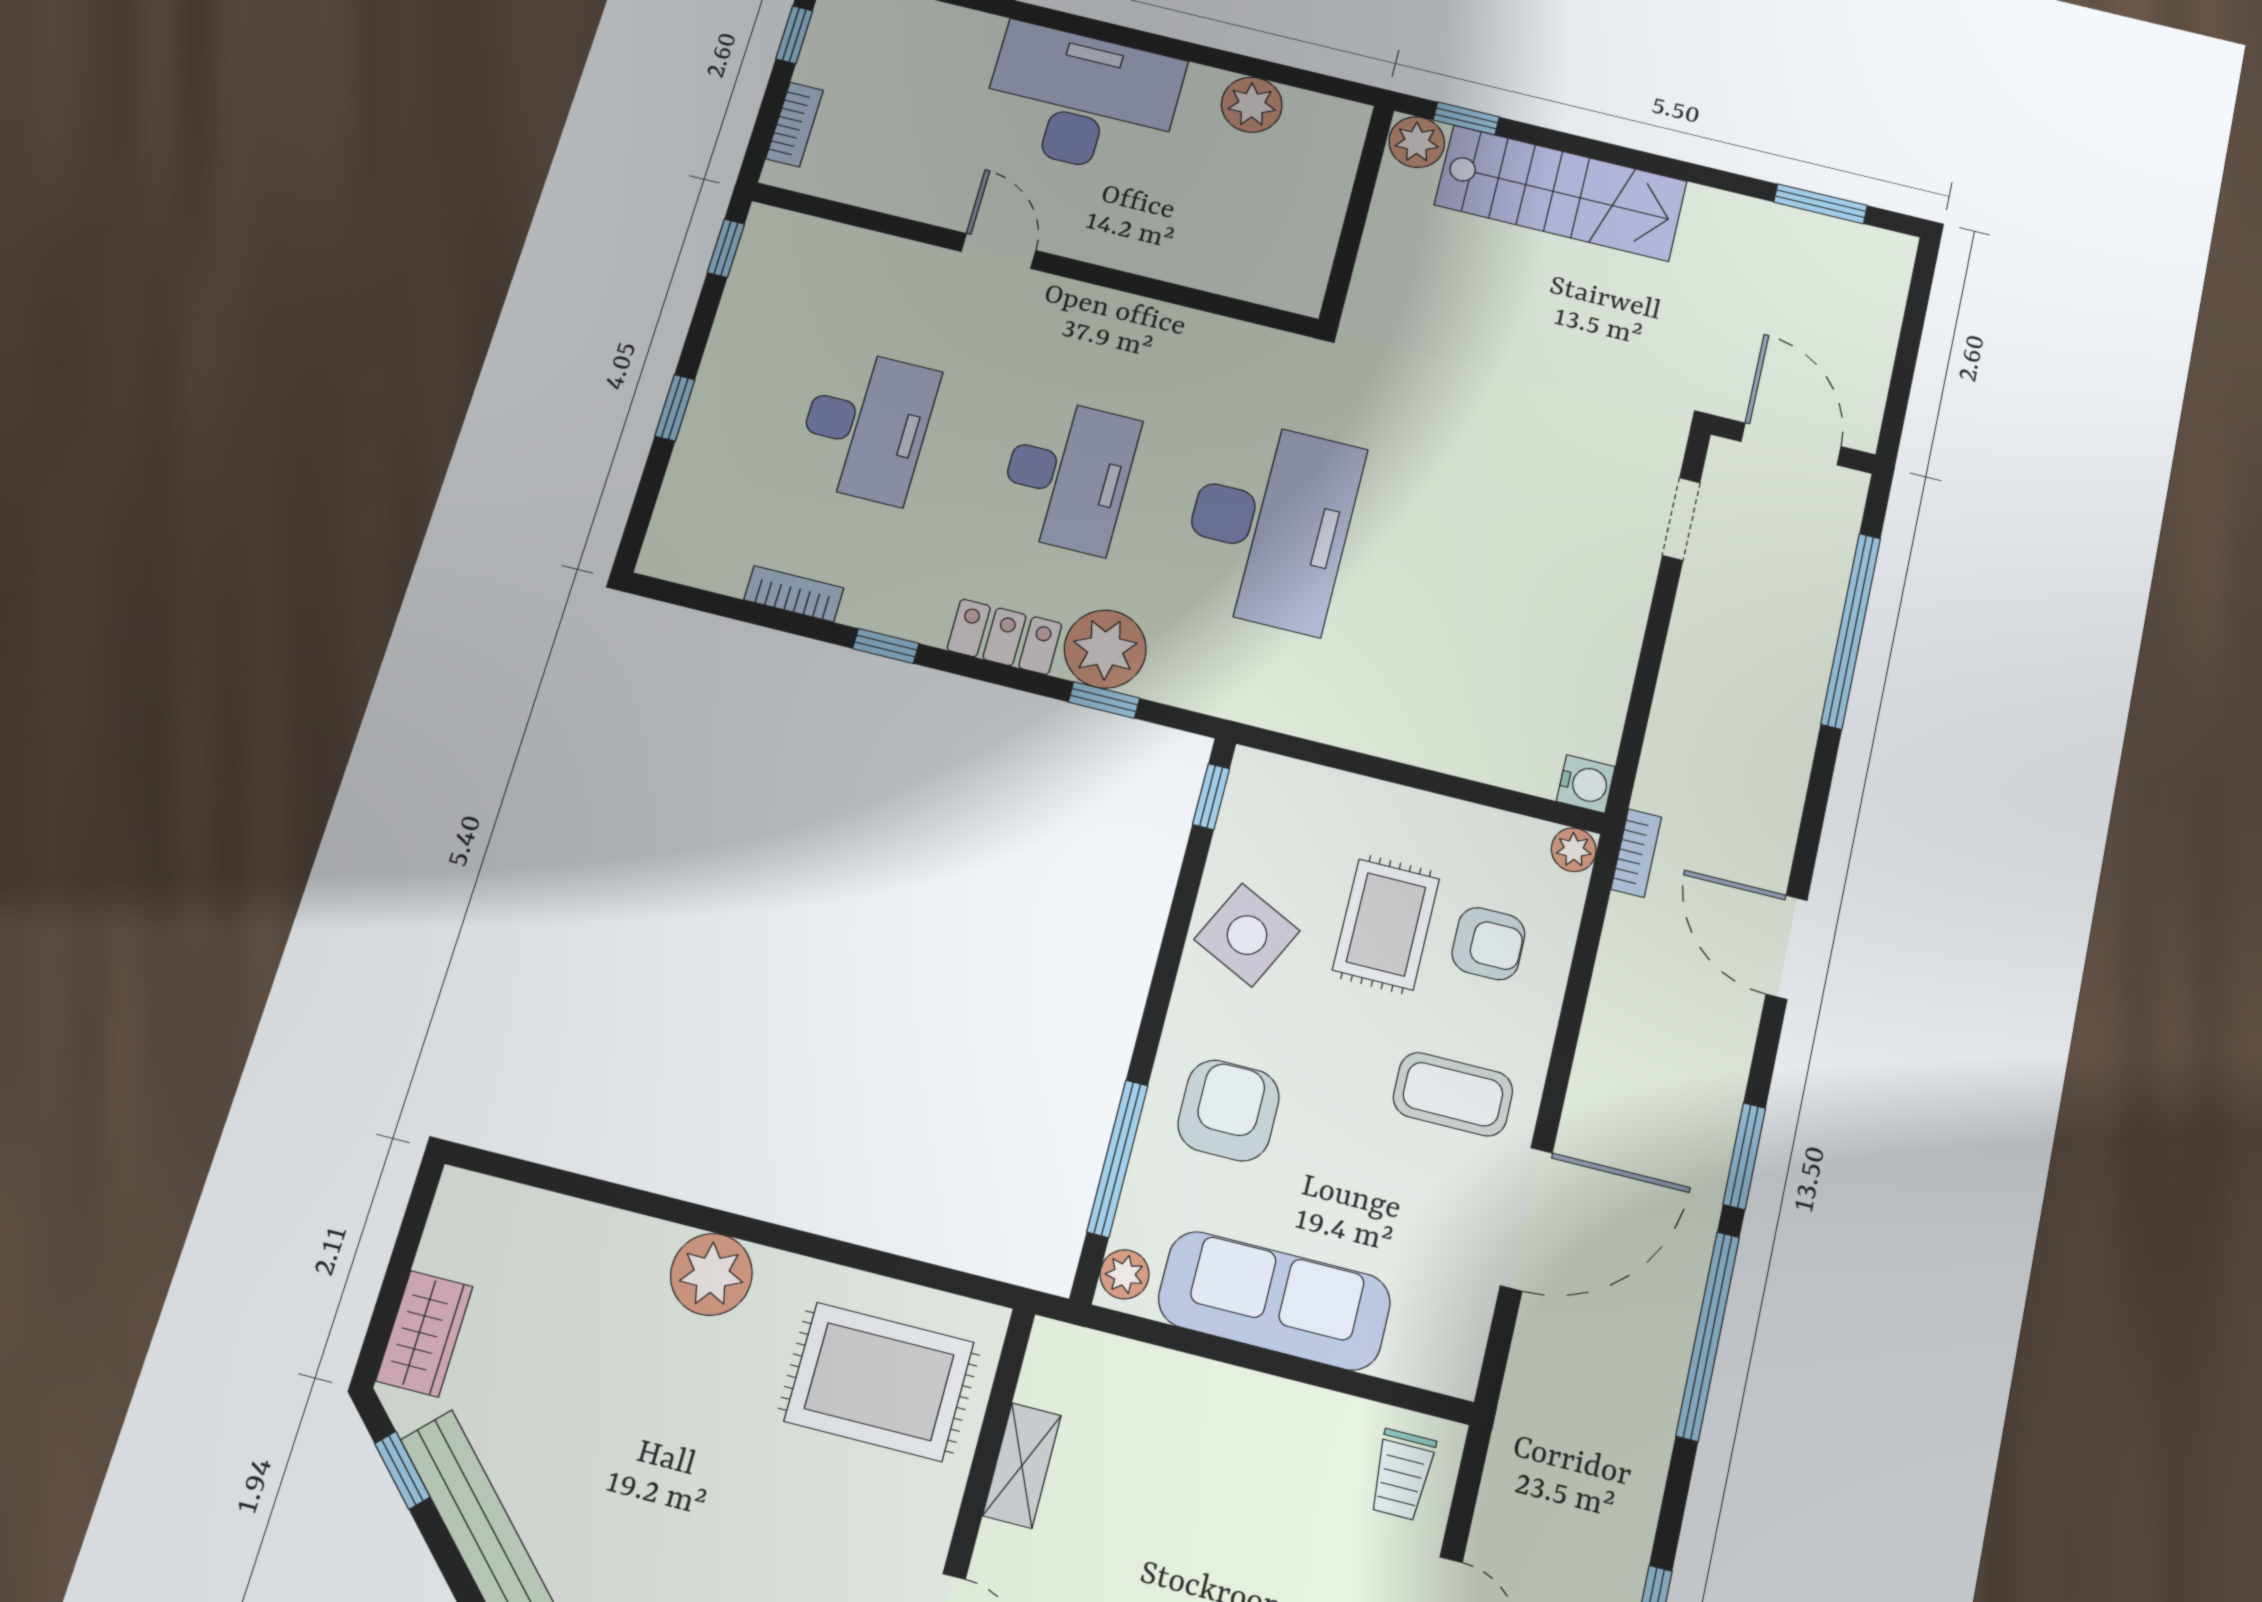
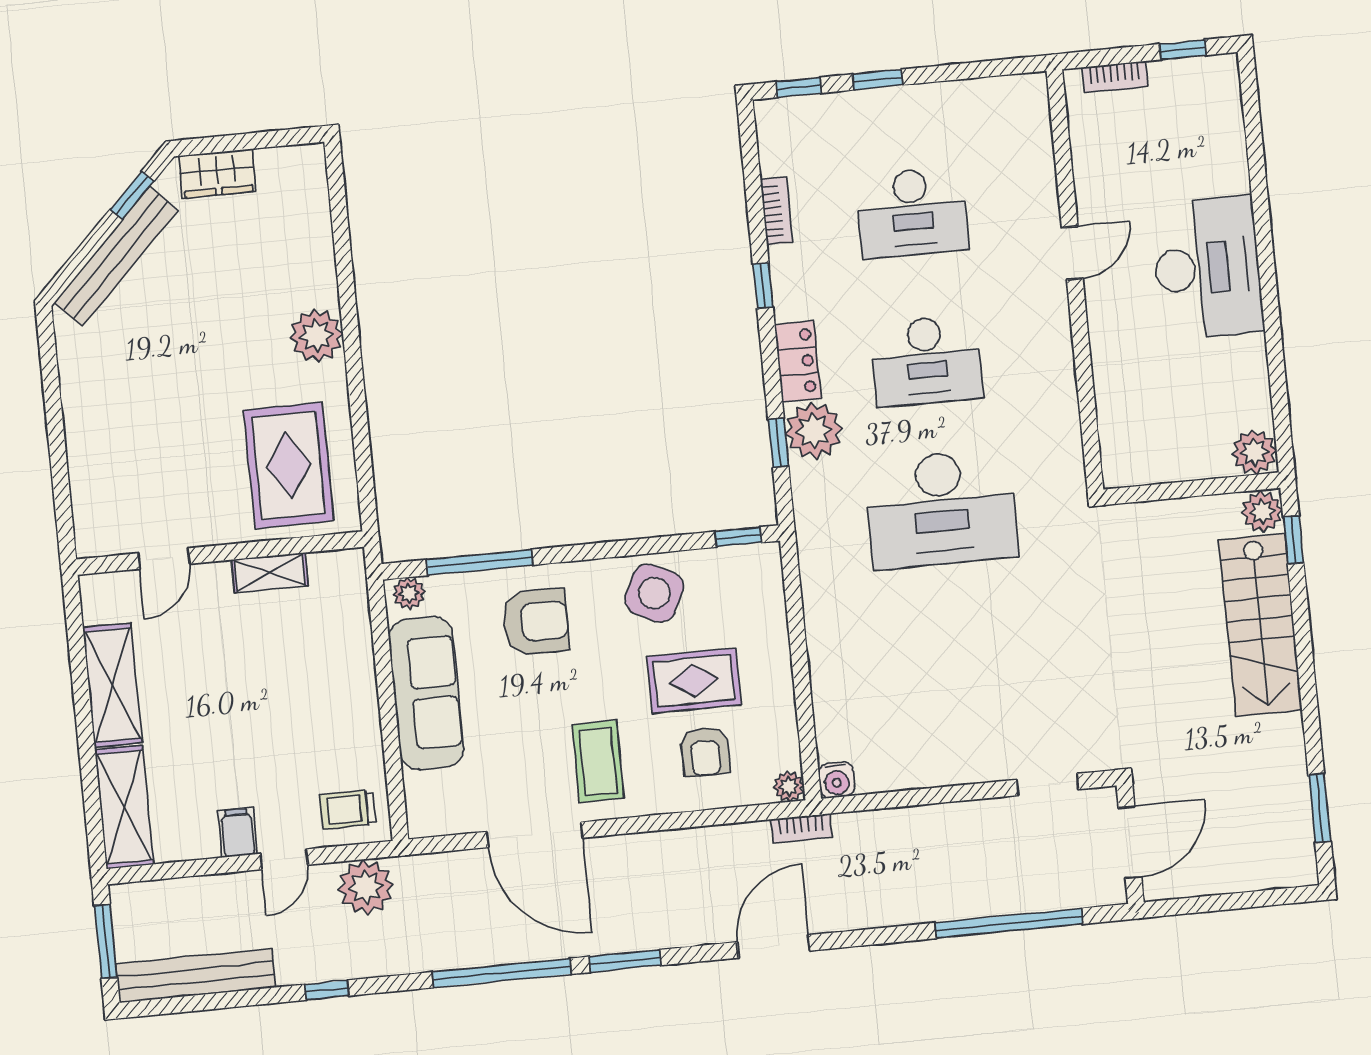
plant: (1252, 105) -> (1254, 452), moved
window: (726, 248) -> (799, 87), moved
plant: (1522, 1489) -> (366, 887), added

